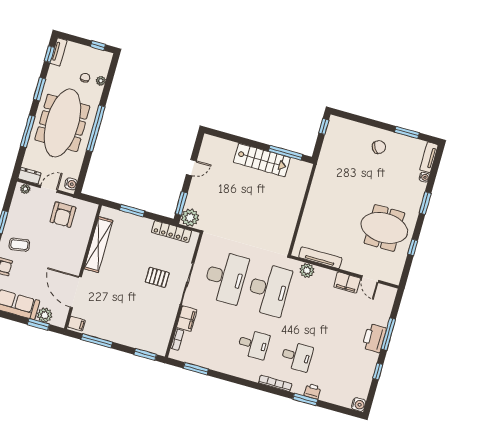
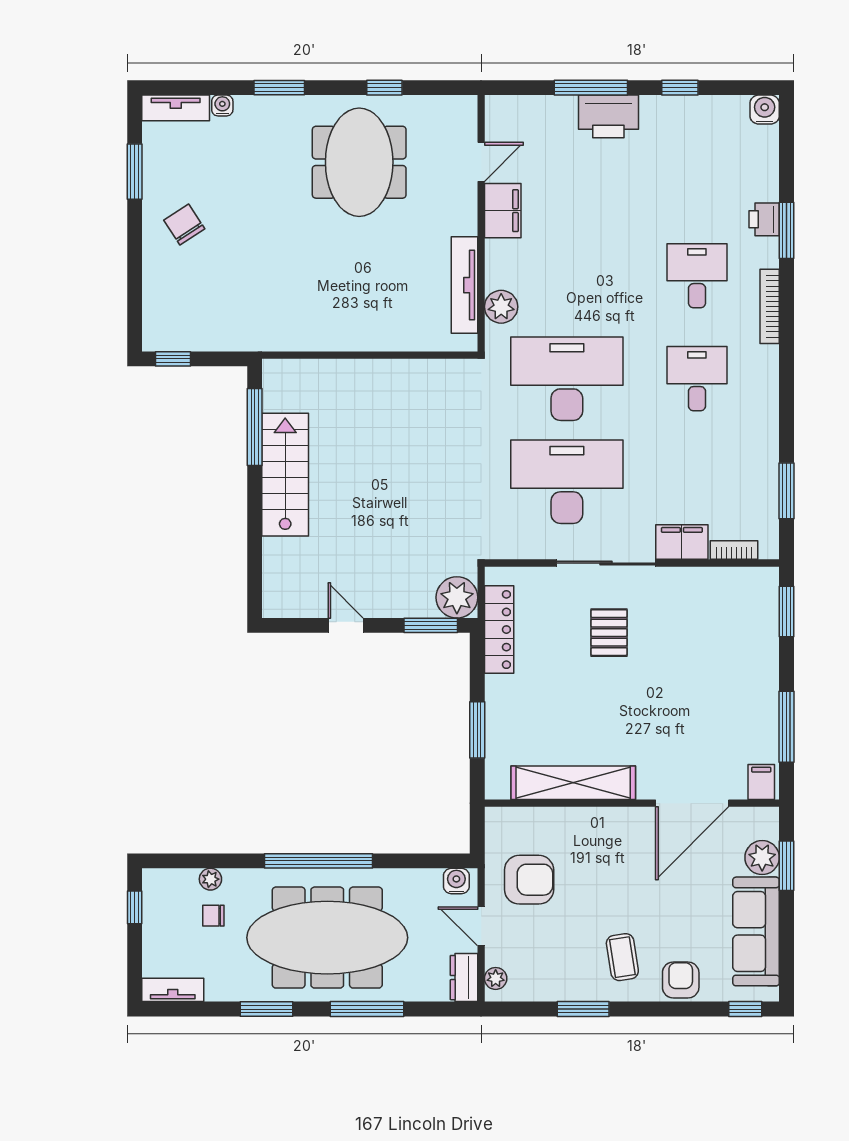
window: (49, 54) -> (183, 1009), removed

